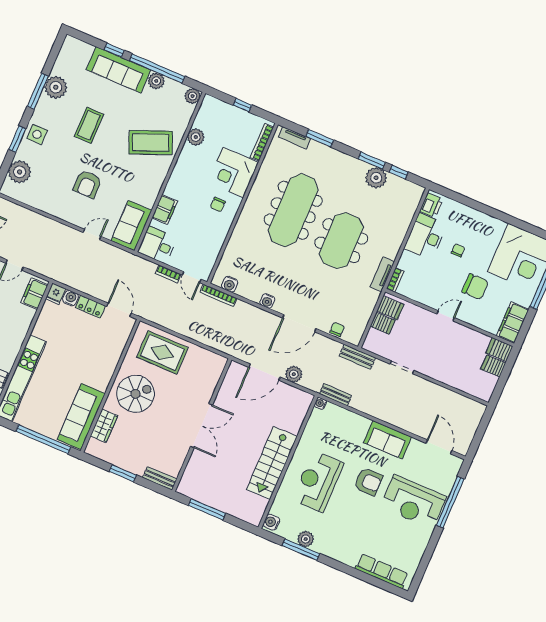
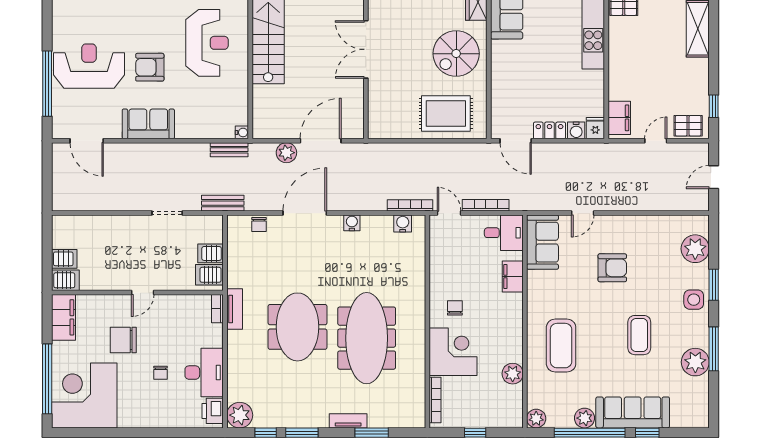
tv unit: (295, 138) -> (348, 421), moved
coffee table: (151, 143) -> (561, 346), turned -68
plant: (376, 178) -> (240, 415), moved
armchair: (88, 184) -> (612, 268), turned 90
bookcase: (168, 274) -> (486, 205), width x1.56

